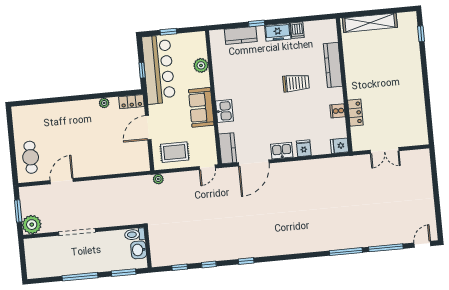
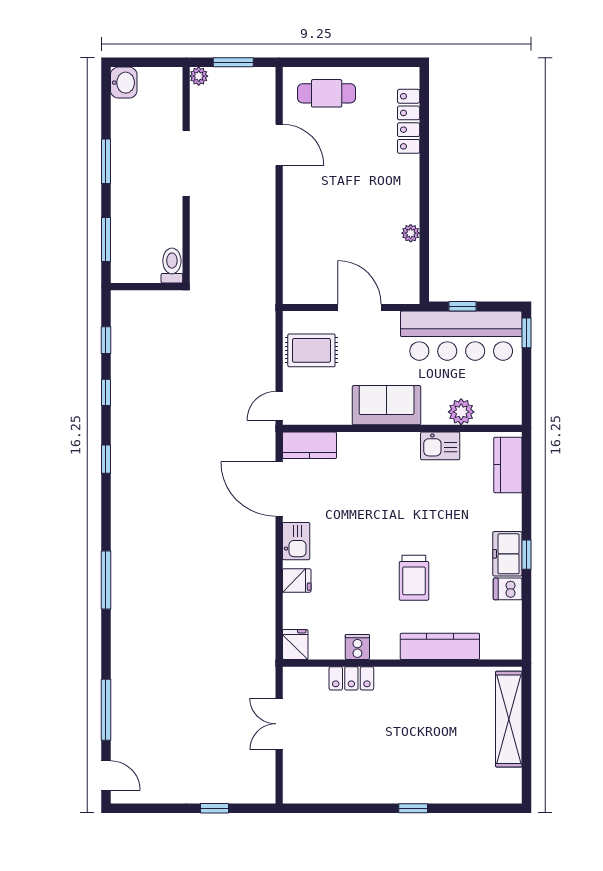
window: (257, 23) -> (527, 555), moved
window: (168, 32) -> (527, 333), moved
window: (421, 34) -> (413, 808), moved
kitchen counter: (241, 35) -> (508, 465), moved
locker: (131, 102) -> (409, 121), moved, width x1.53
kitchen sink: (224, 111) -> (440, 446), moved
rug: (175, 152) -> (311, 350), turned 90
door: (207, 167) -> (279, 406), hinge flipped
plant: (158, 179) -> (266, 317), removed
window: (435, 182) -> (214, 808), added
plant: (32, 225) -> (199, 76), width x0.53, depth x0.53
washbasin: (139, 250) -> (124, 83), moved, turned 90
window: (346, 252) -> (106, 580), moved
window: (80, 277) -> (106, 161), width x0.69

